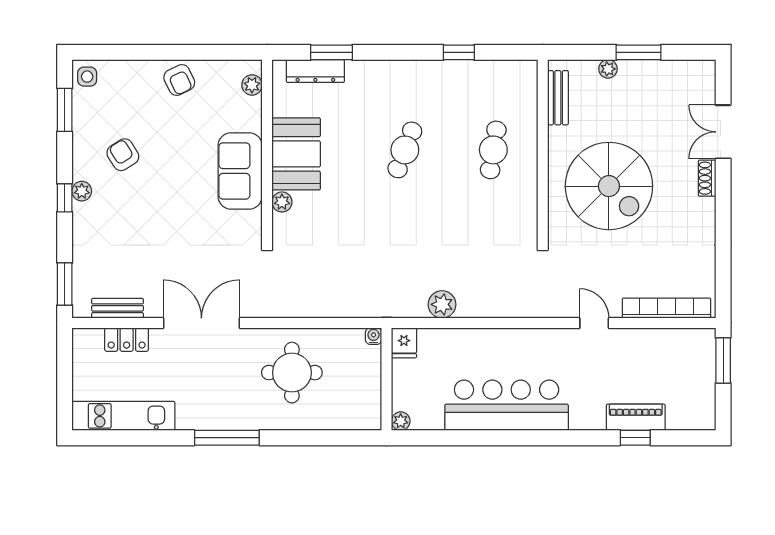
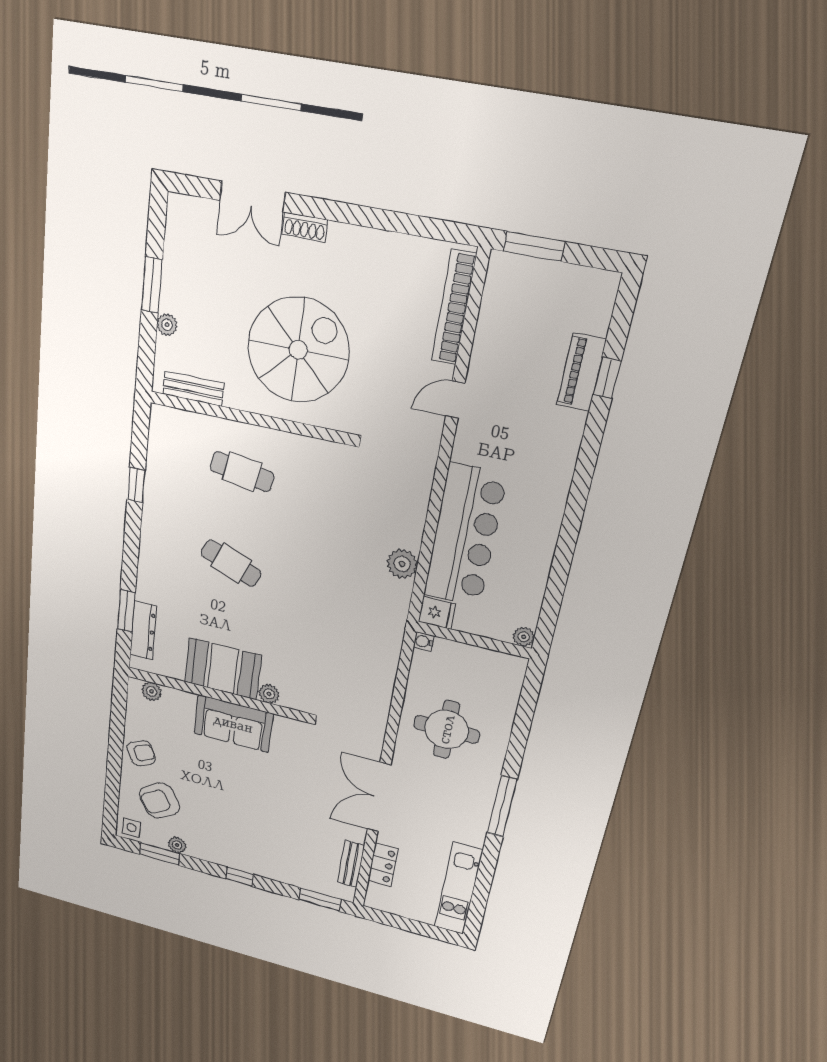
armchair: (123, 155) -> (159, 801), moved, width x1.38, depth x1.38
plant: (82, 191) -> (177, 845), moved
bar counter: (507, 405) -> (465, 536), moved, turned 180

